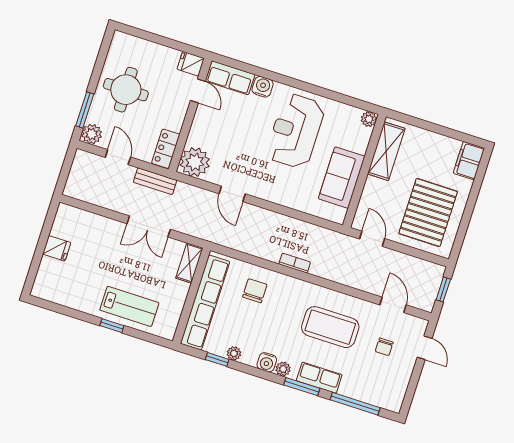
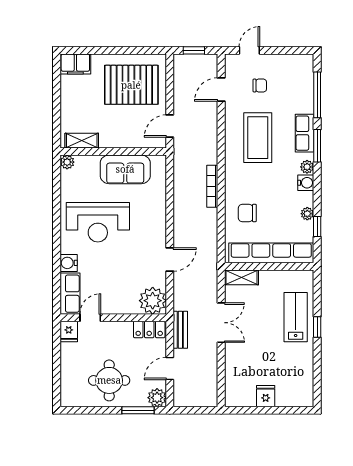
shelving: (386, 151) -> (82, 141), width x0.67, depth x0.75
bookcase: (295, 263) -> (212, 186), width x1.56

